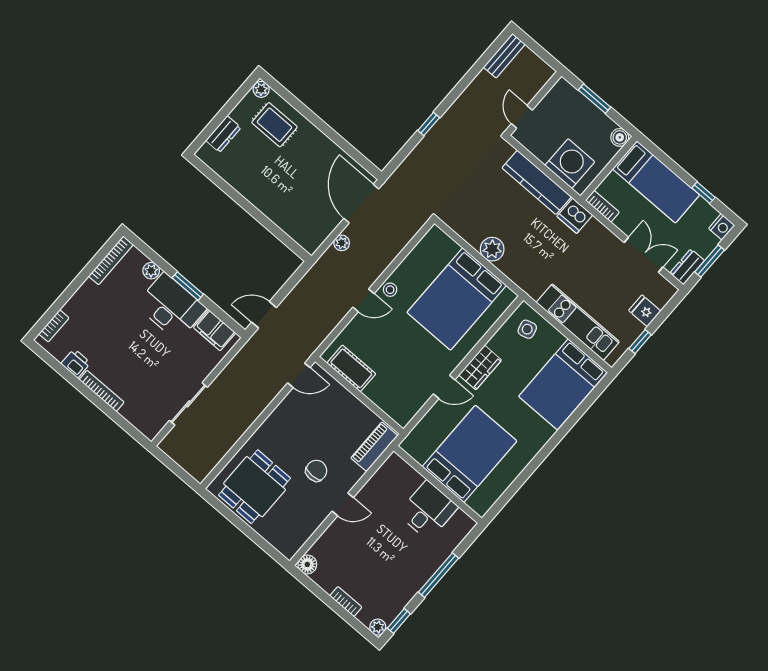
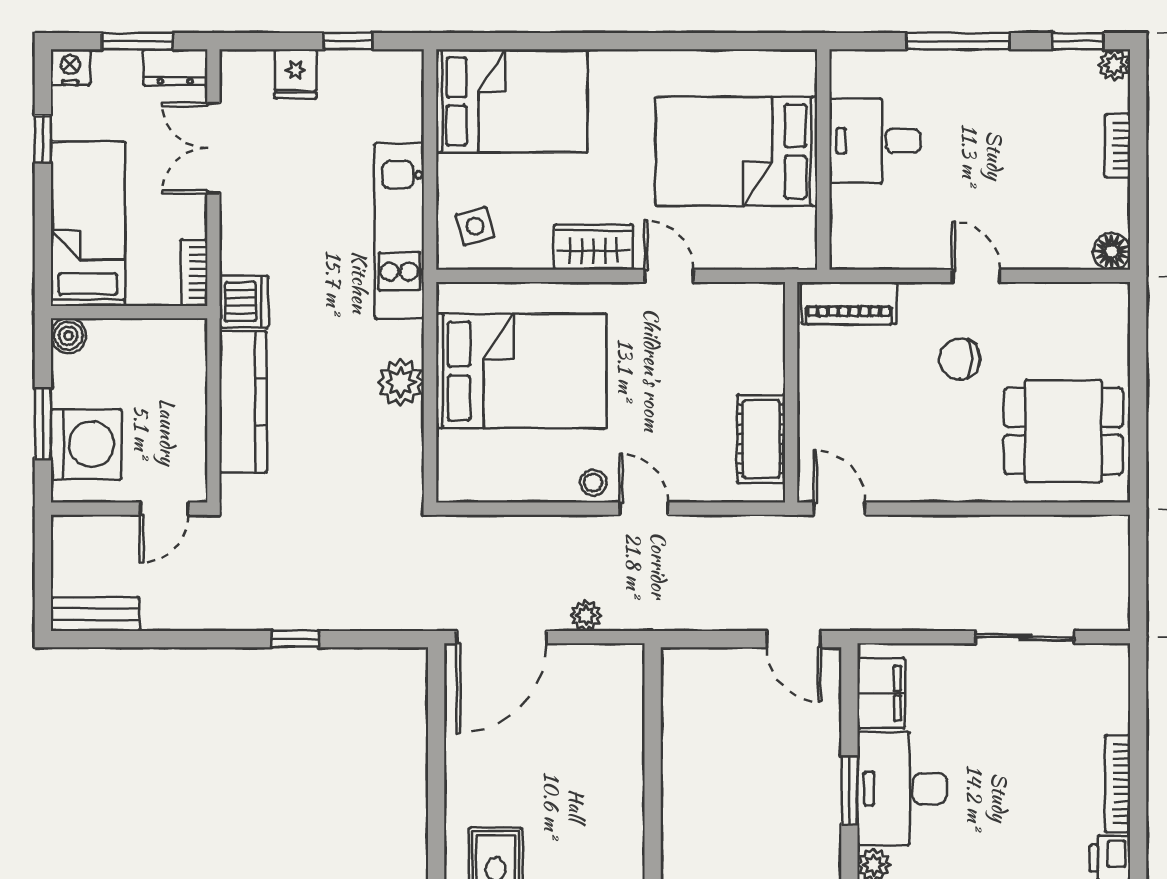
washing machine: (570, 164) -> (86, 444), moved, turned 180
kitchen unit: (578, 322) -> (399, 231), moved

